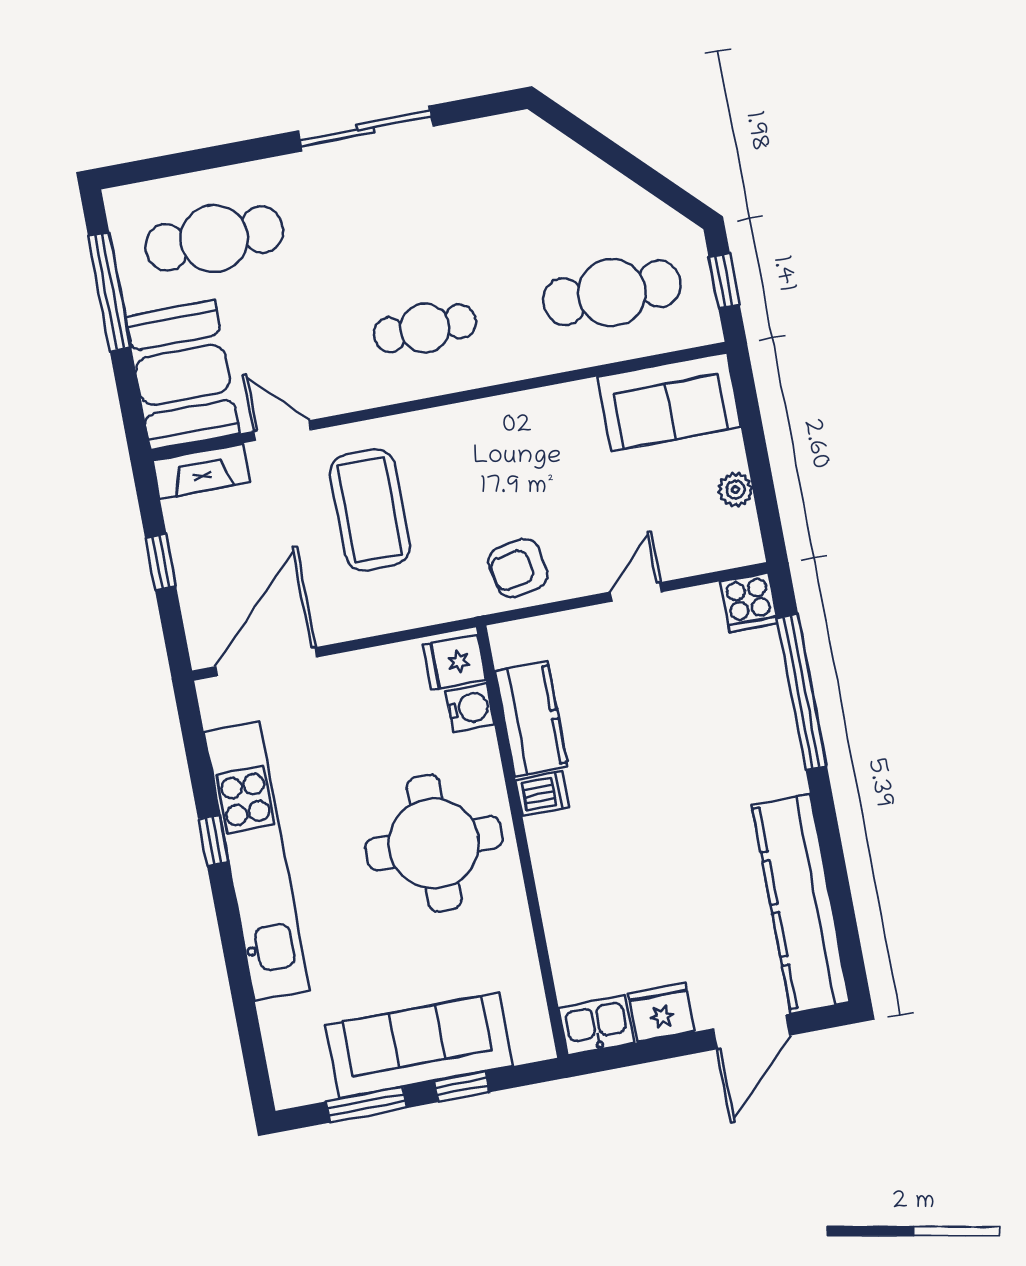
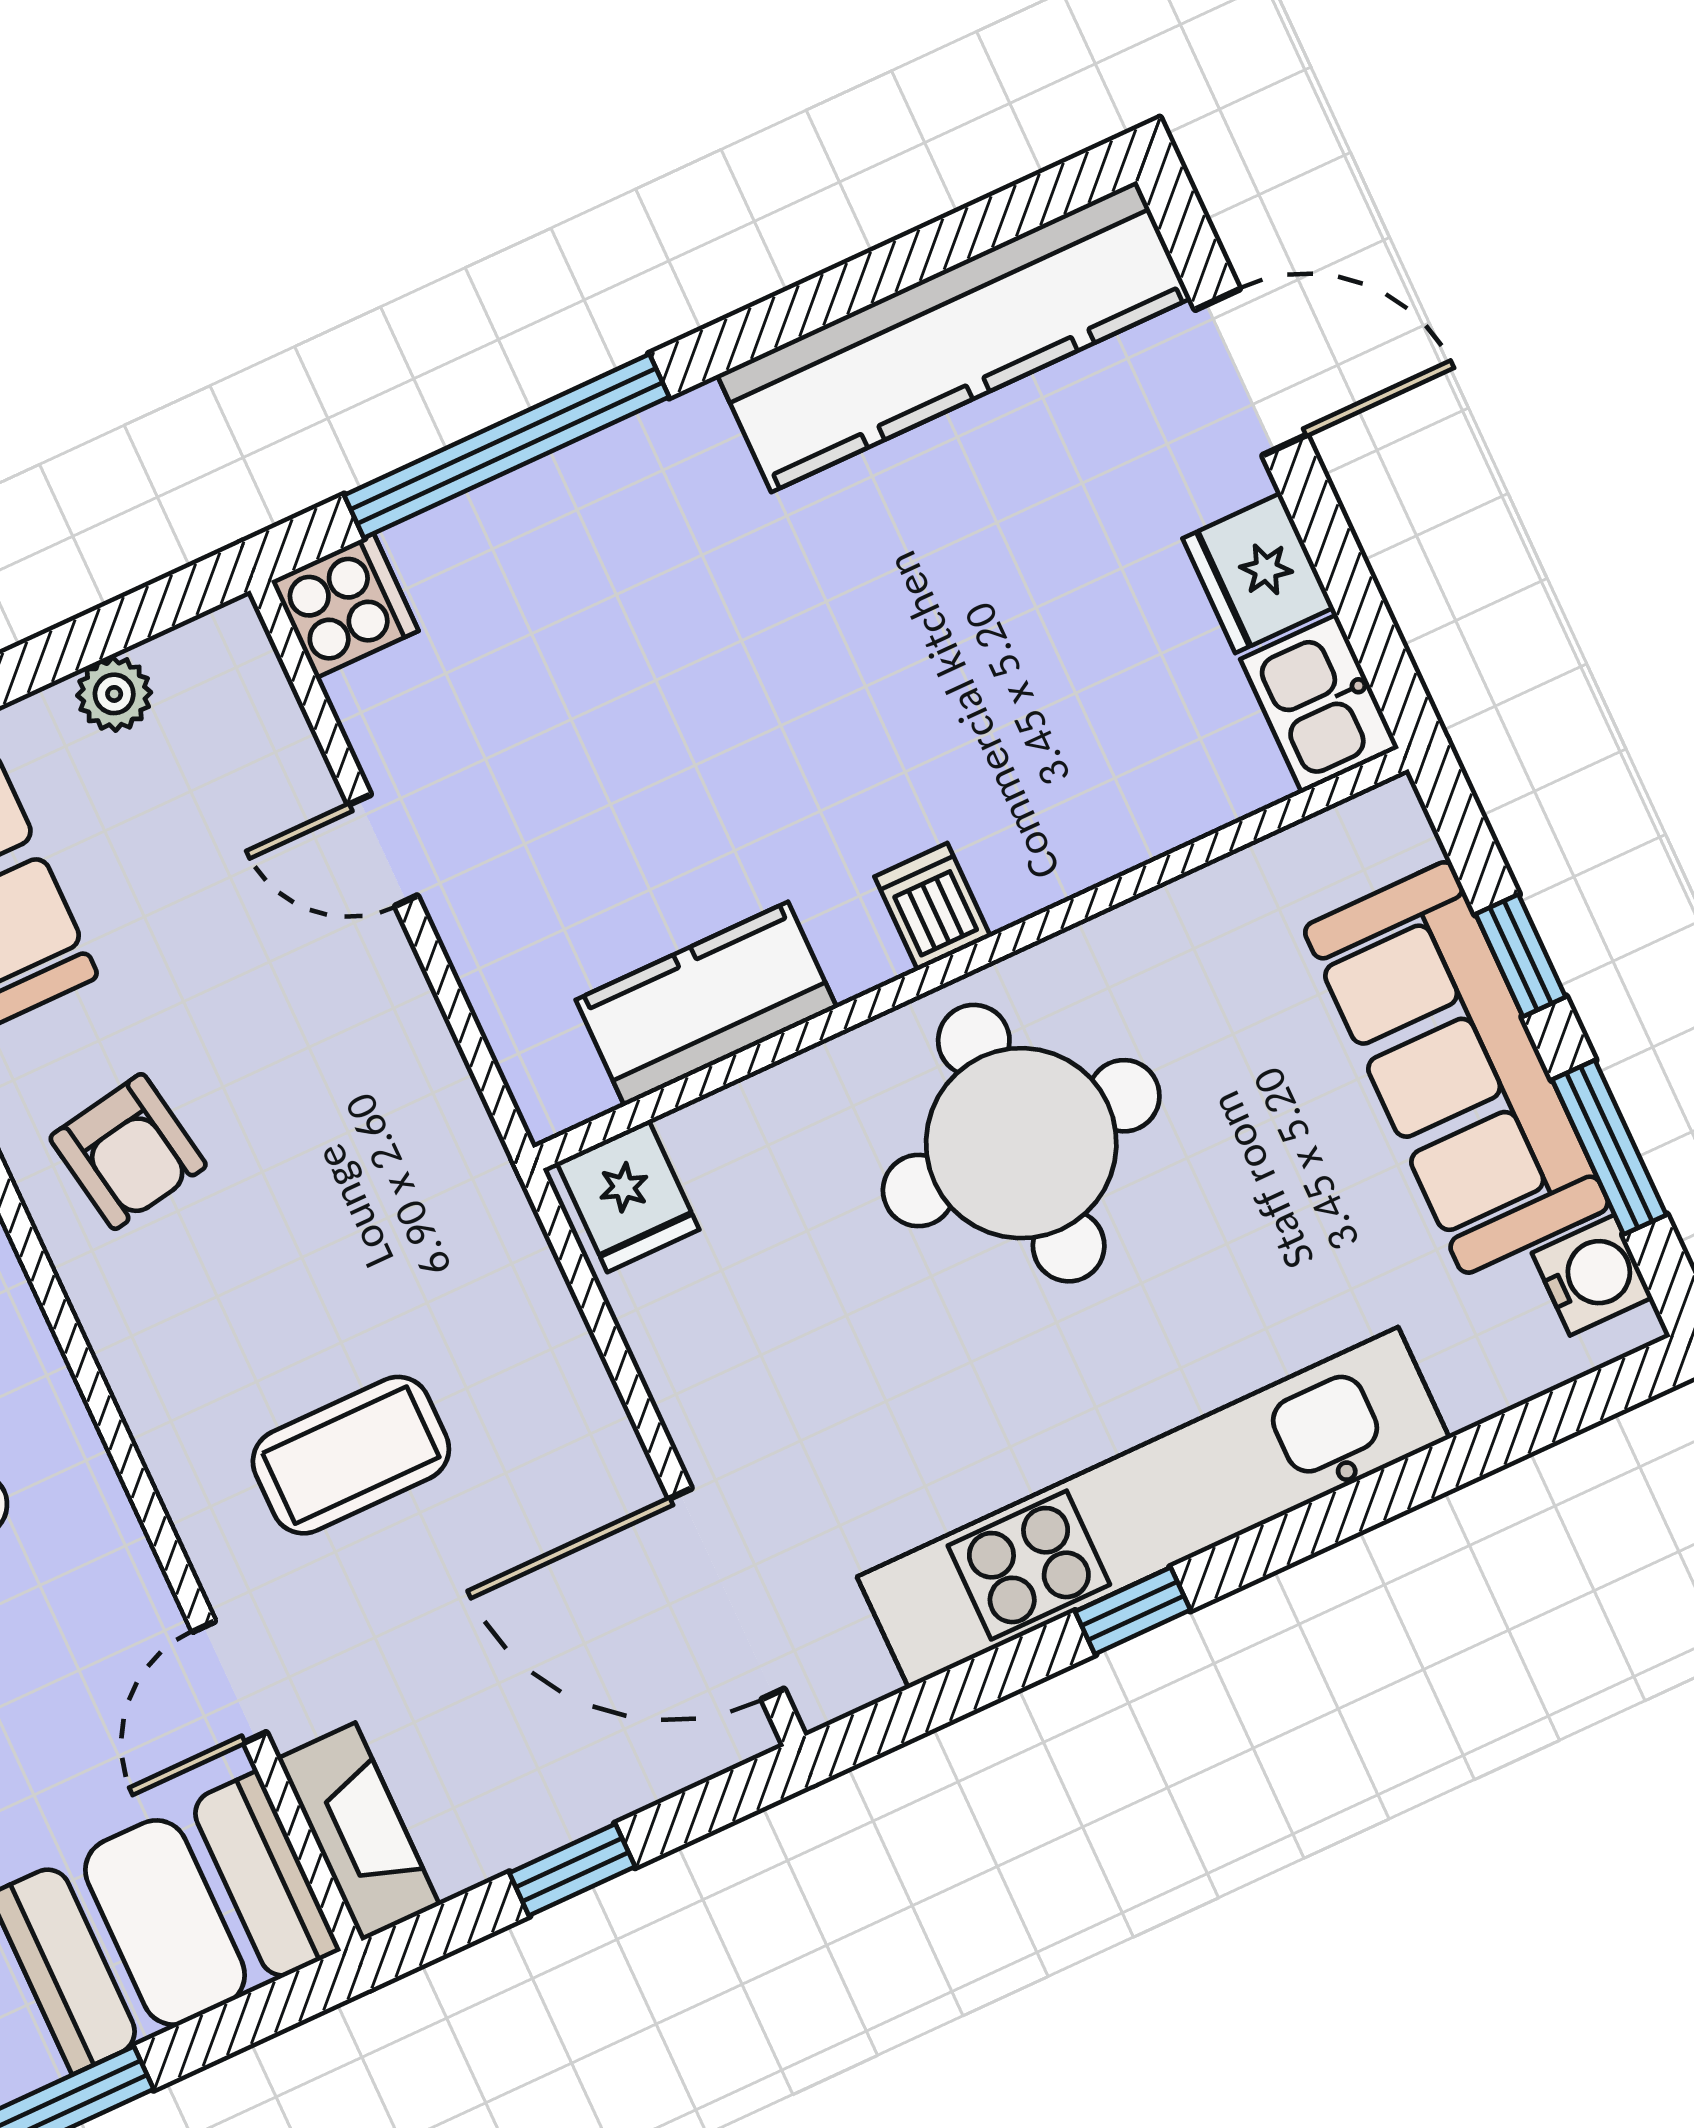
coffee table: (370, 510) -> (351, 1455), width x0.73, depth x0.76
armchair: (518, 568) -> (128, 1152), moved
water cooler: (470, 708) -> (1592, 1275), moved, turned 90
dishwasher: (542, 794) -> (933, 907), moved

